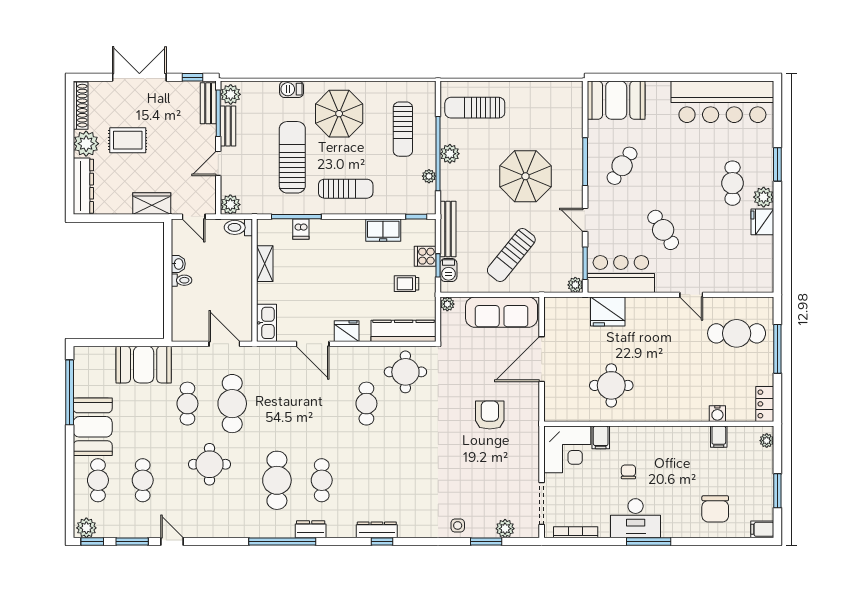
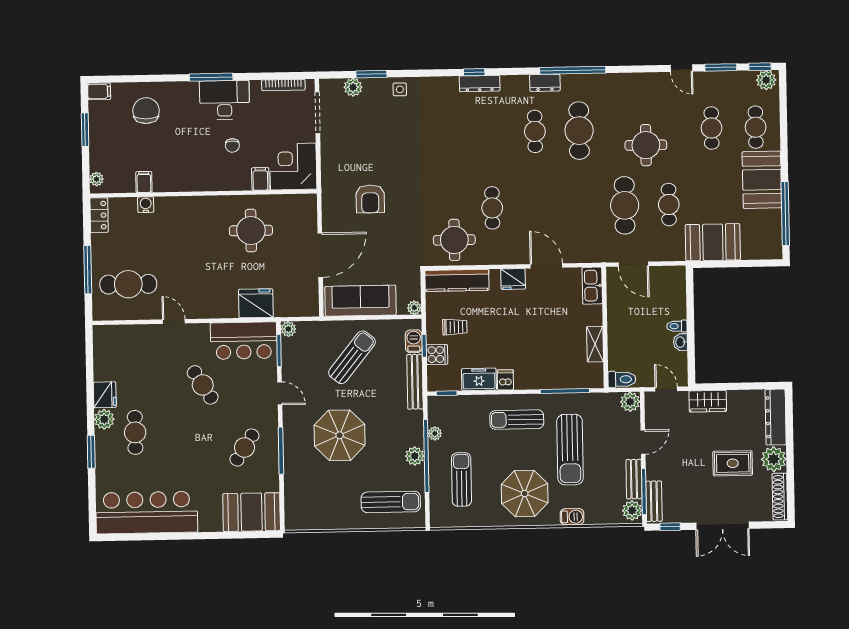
dishwasher: (301, 229) -> (505, 380), moved

